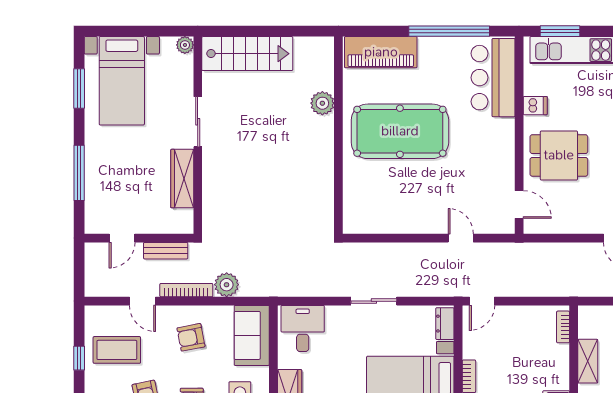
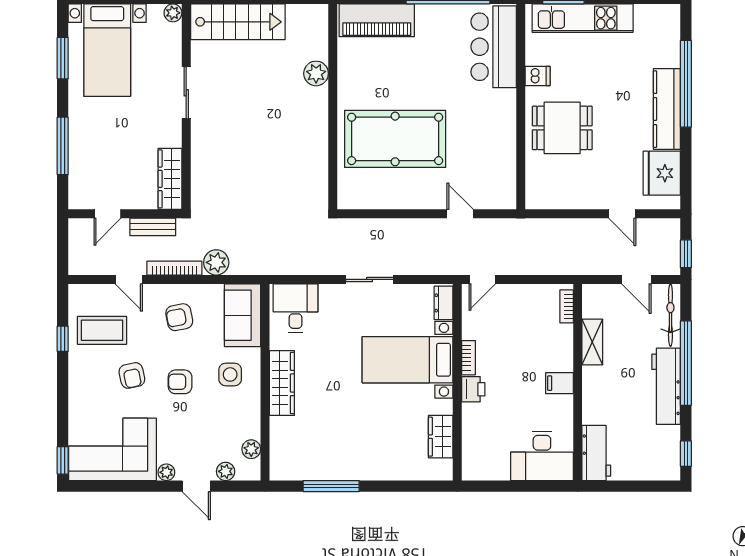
pool table: (400, 131) -> (395, 139), moved
wardrobe: (182, 179) -> (170, 179), moved
door: (519, 205) -> (521, 179), removed

